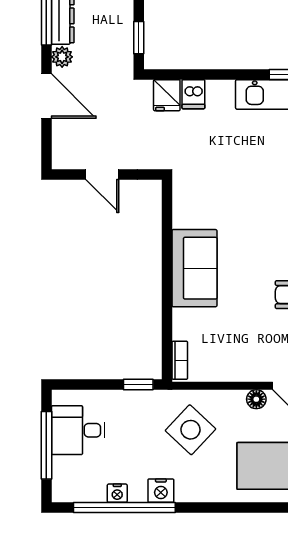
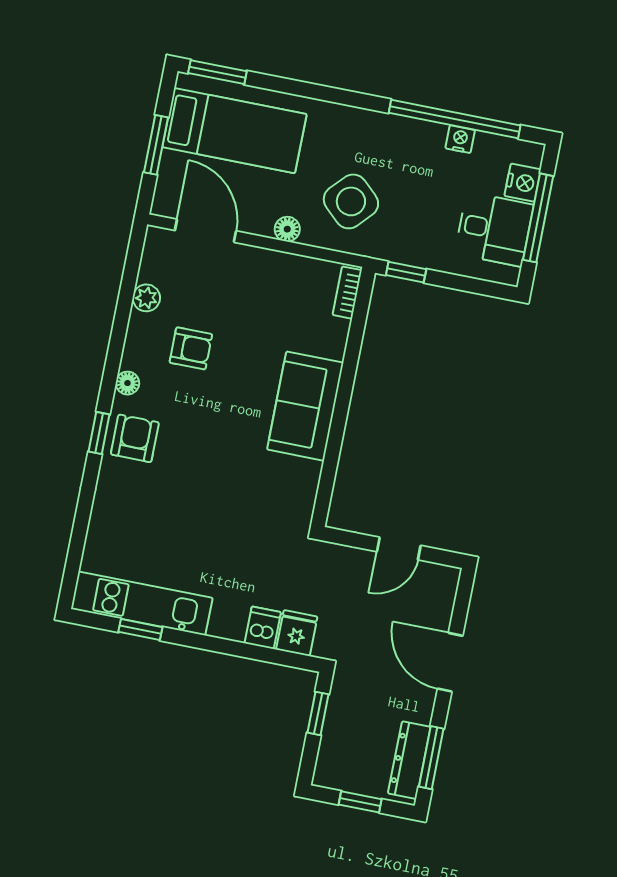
plant: (62, 57) -> (420, 708), removed
door: (102, 174) -> (399, 549), swing flipped
floor lamp: (256, 399) -> (287, 229), moved
nightstand: (161, 491) -> (523, 183), moved, turned 90

